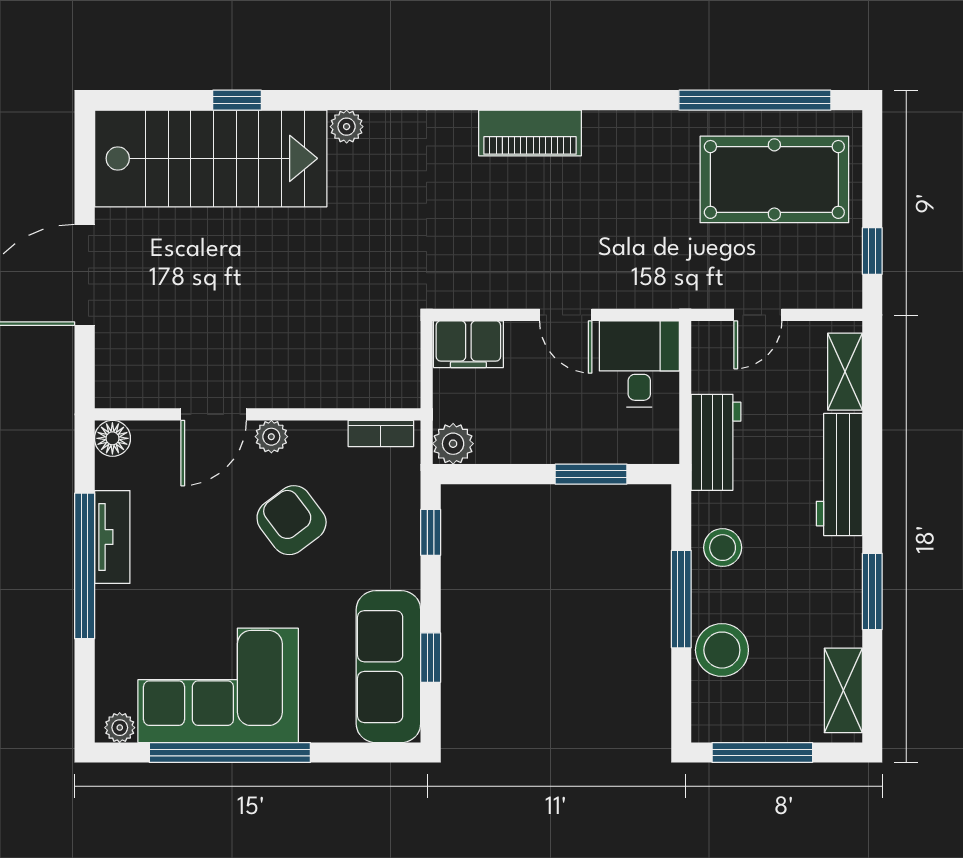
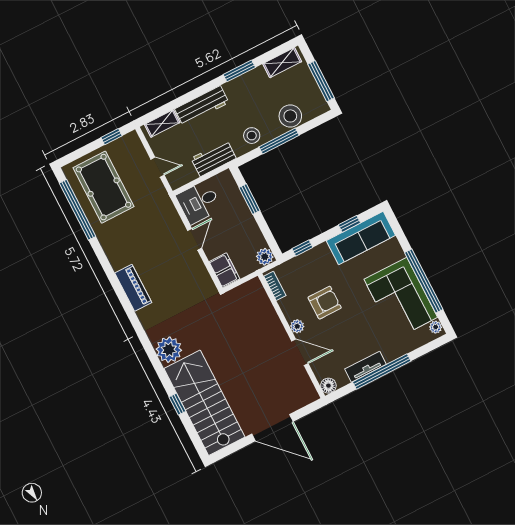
plant: (347, 127) -> (169, 350), width x1.88, depth x1.88
armchair: (292, 520) -> (325, 303), turned -143

